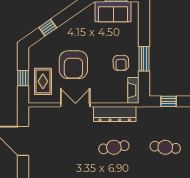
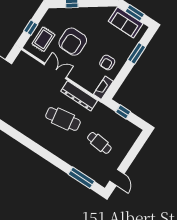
window: (144, 59) -> (137, 53), moved
cafe table: (114, 147) -> (63, 119), width x1.37, depth x1.35

